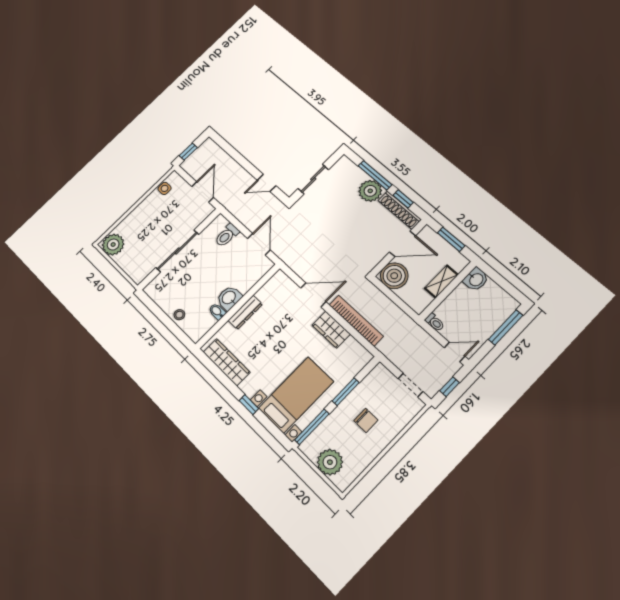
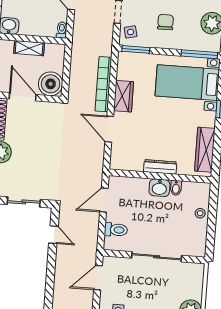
side table: (383, 382) -> (131, 32), added
window: (346, 392) -> (136, 49), moved

